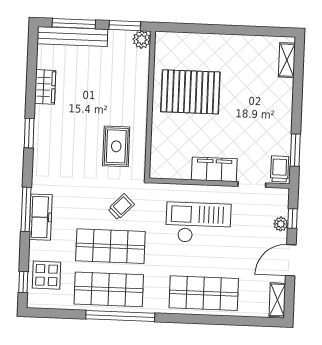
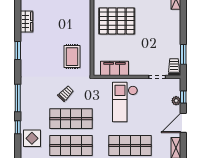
filing cabinet: (214, 169) -> (115, 68), moved
trolley: (121, 207) -> (66, 93), moved
freezer: (41, 217) -> (27, 102), removed
checkout: (198, 223) -> (125, 102), turned -90
window: (23, 282) -> (18, 127), moved

